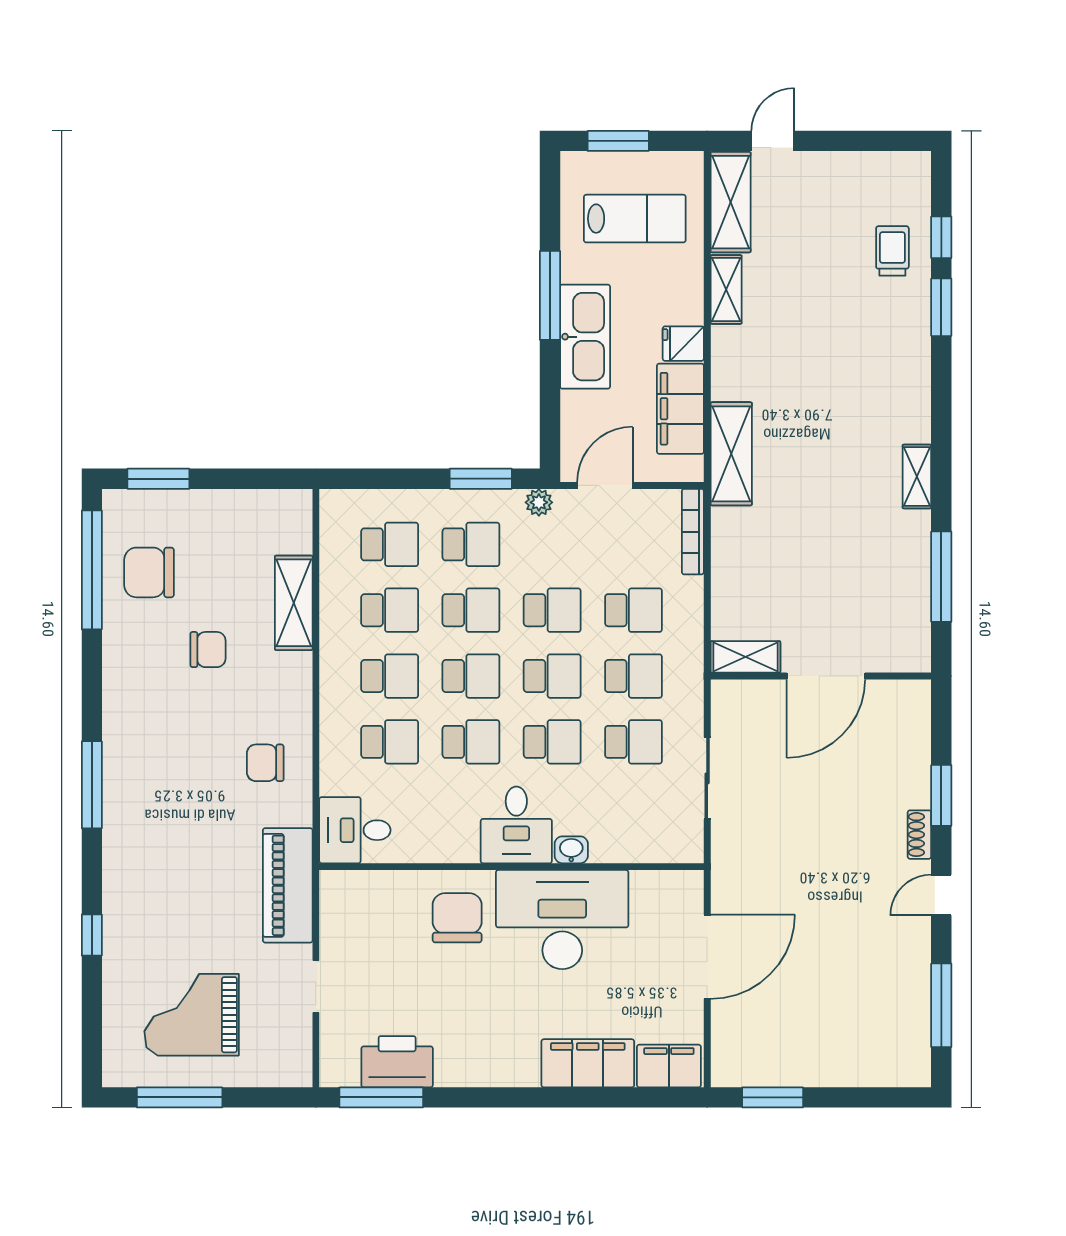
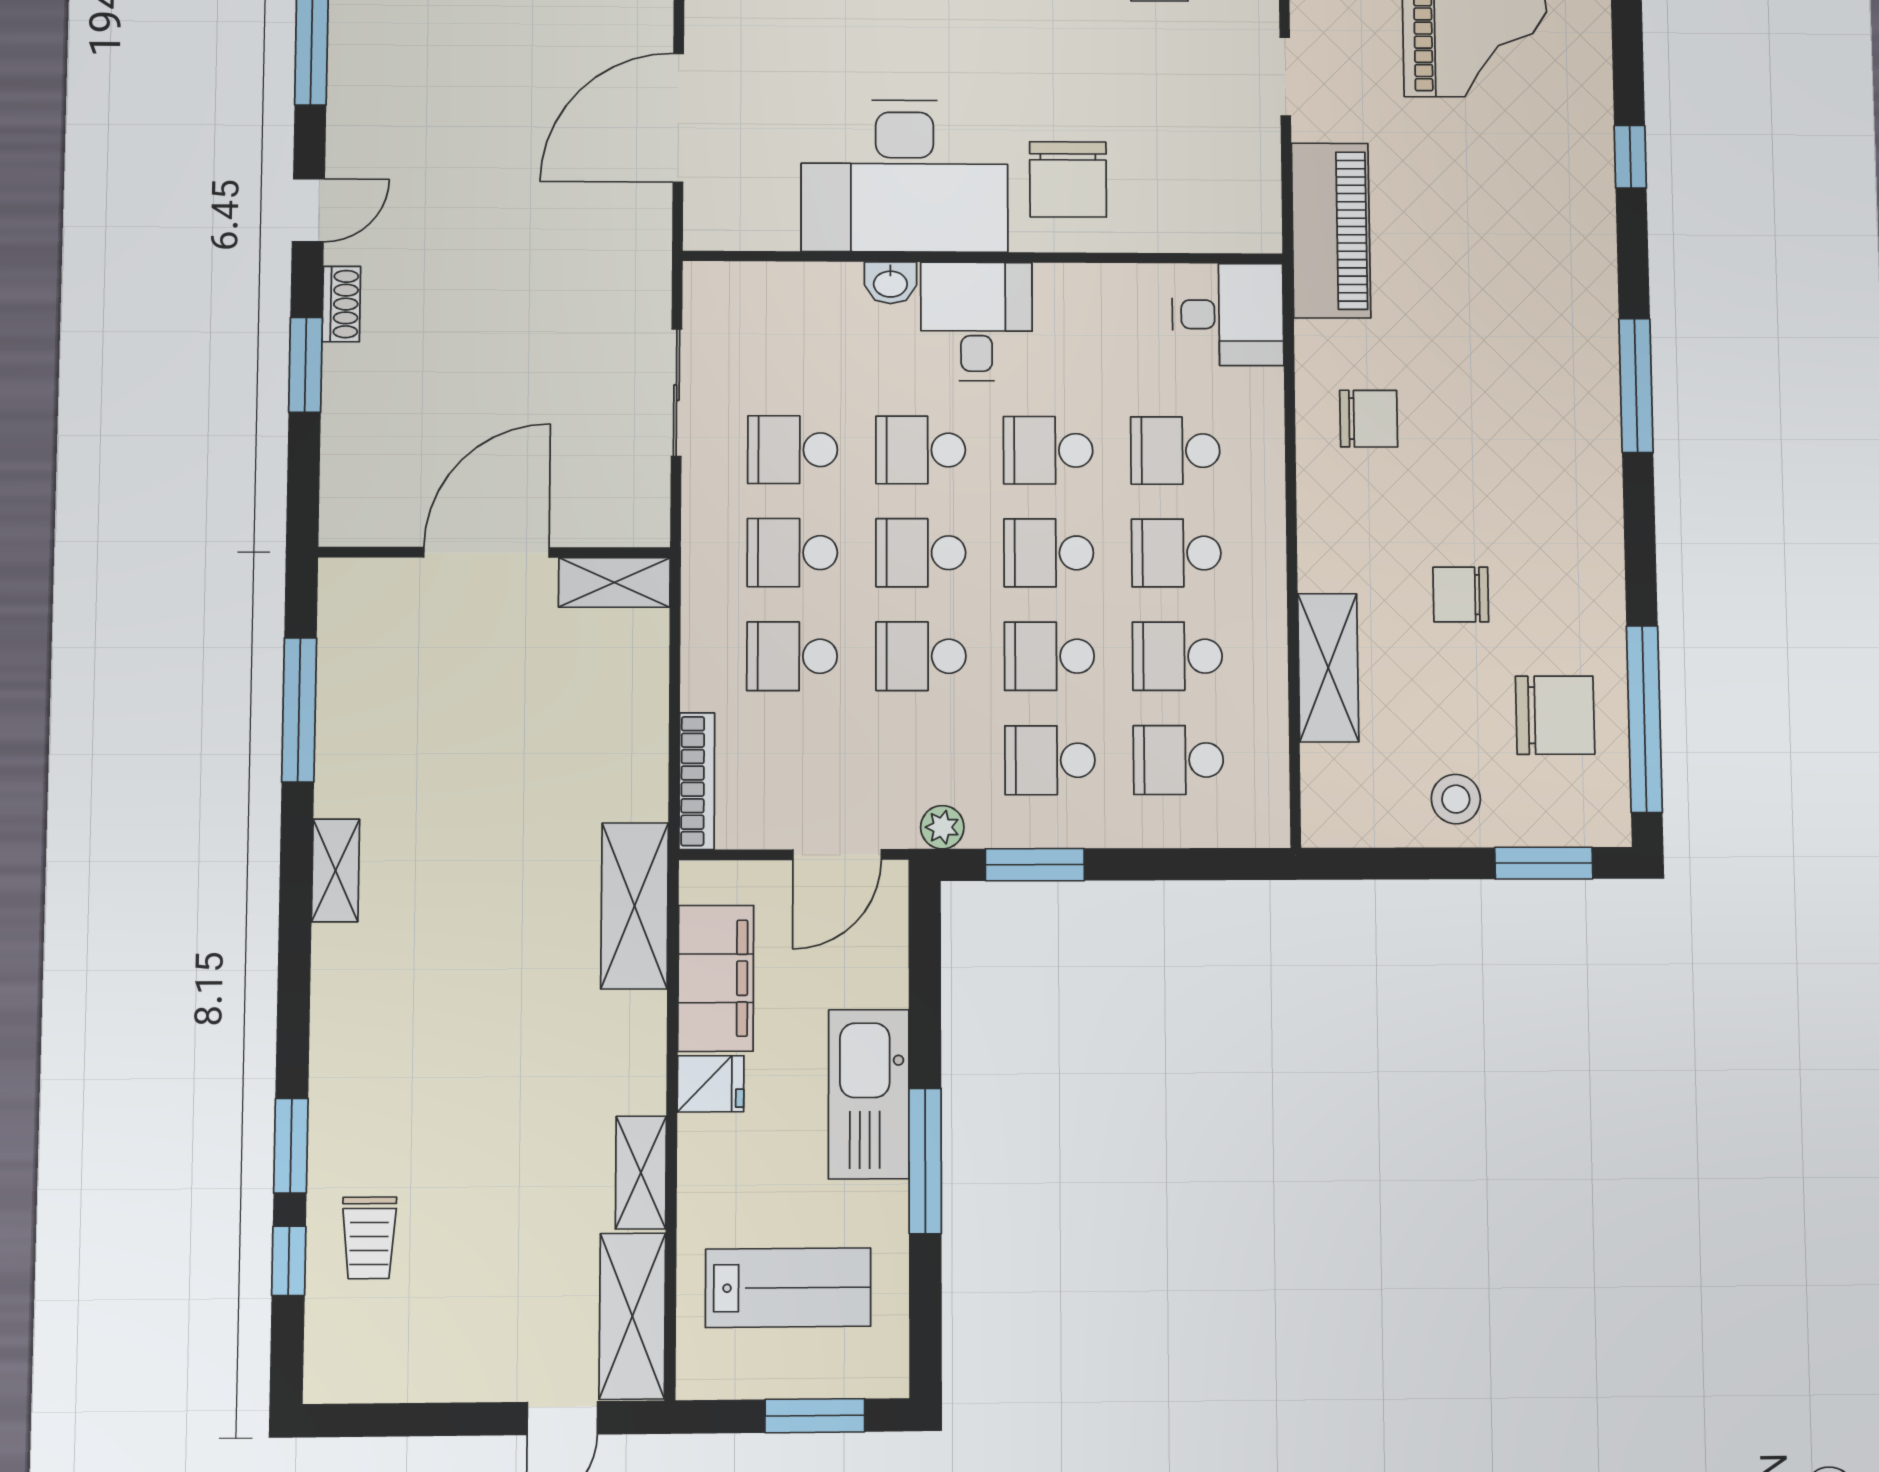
lab bench: (635, 219) -> (788, 1288), turned 180
stool: (214, 519) -> (1456, 799), added

